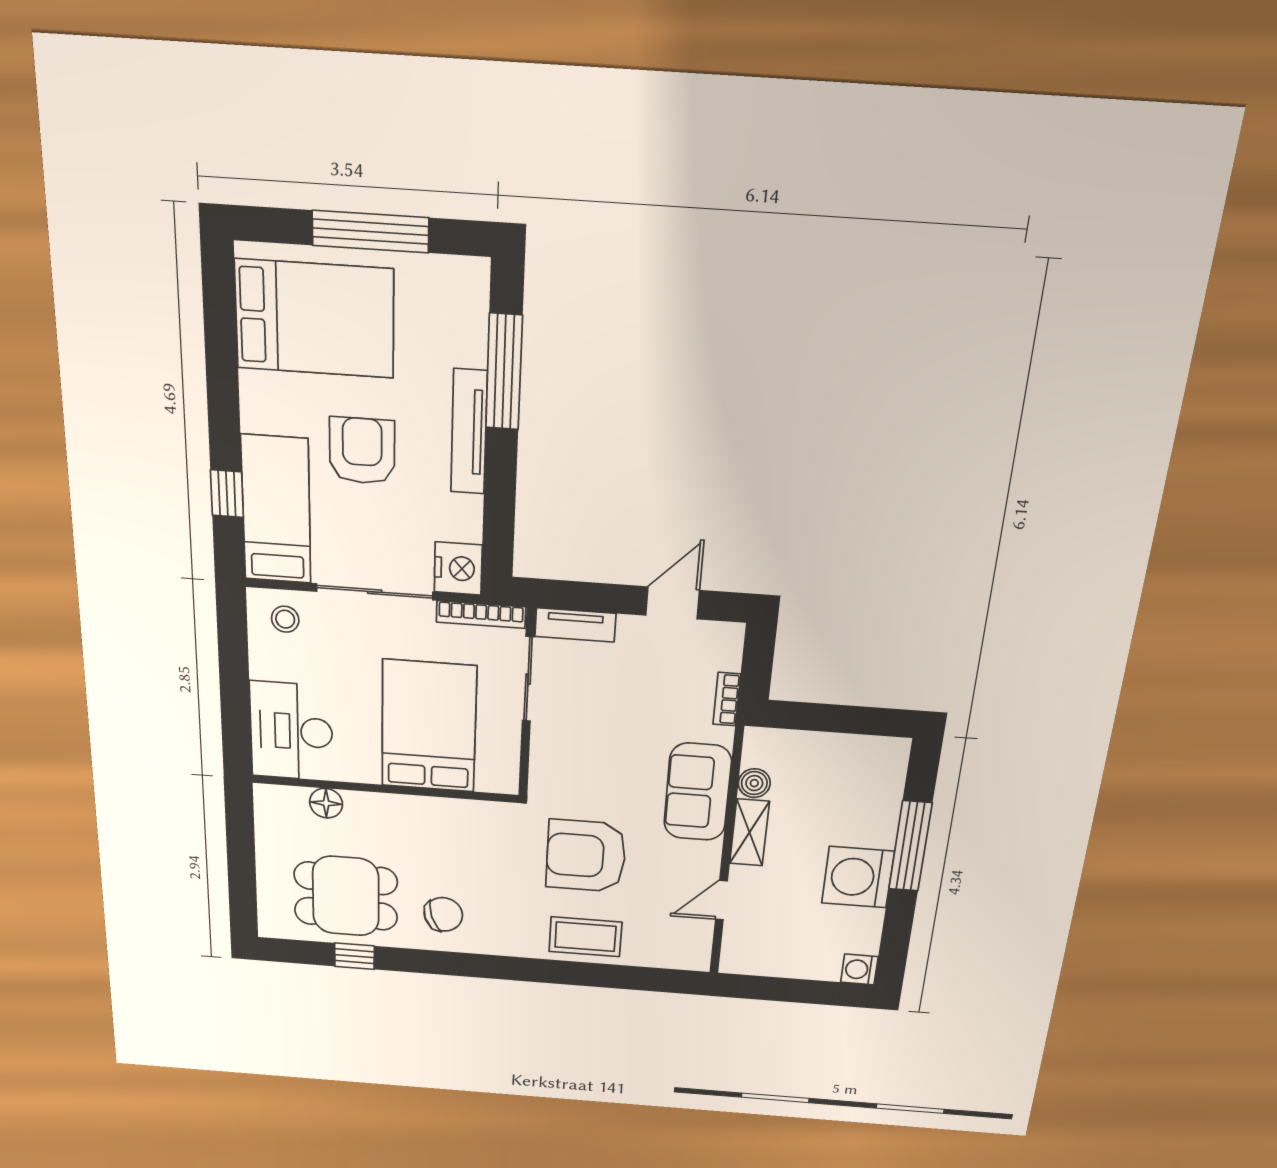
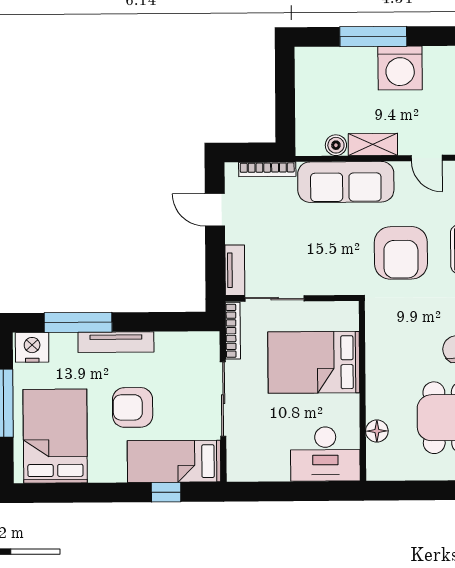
nightstand: (458, 568) -> (32, 347), moved
stool: (285, 619) -> (246, 457), removed
bookcase: (727, 699) -> (267, 169), width x1.56
sofa: (698, 792) -> (346, 182), width x1.36

